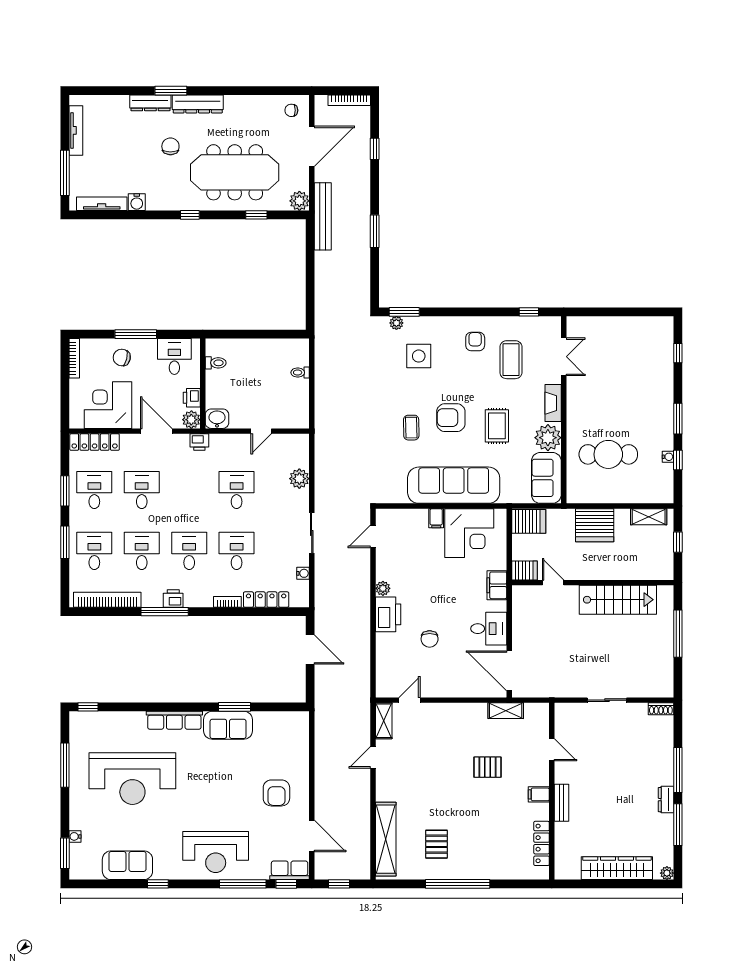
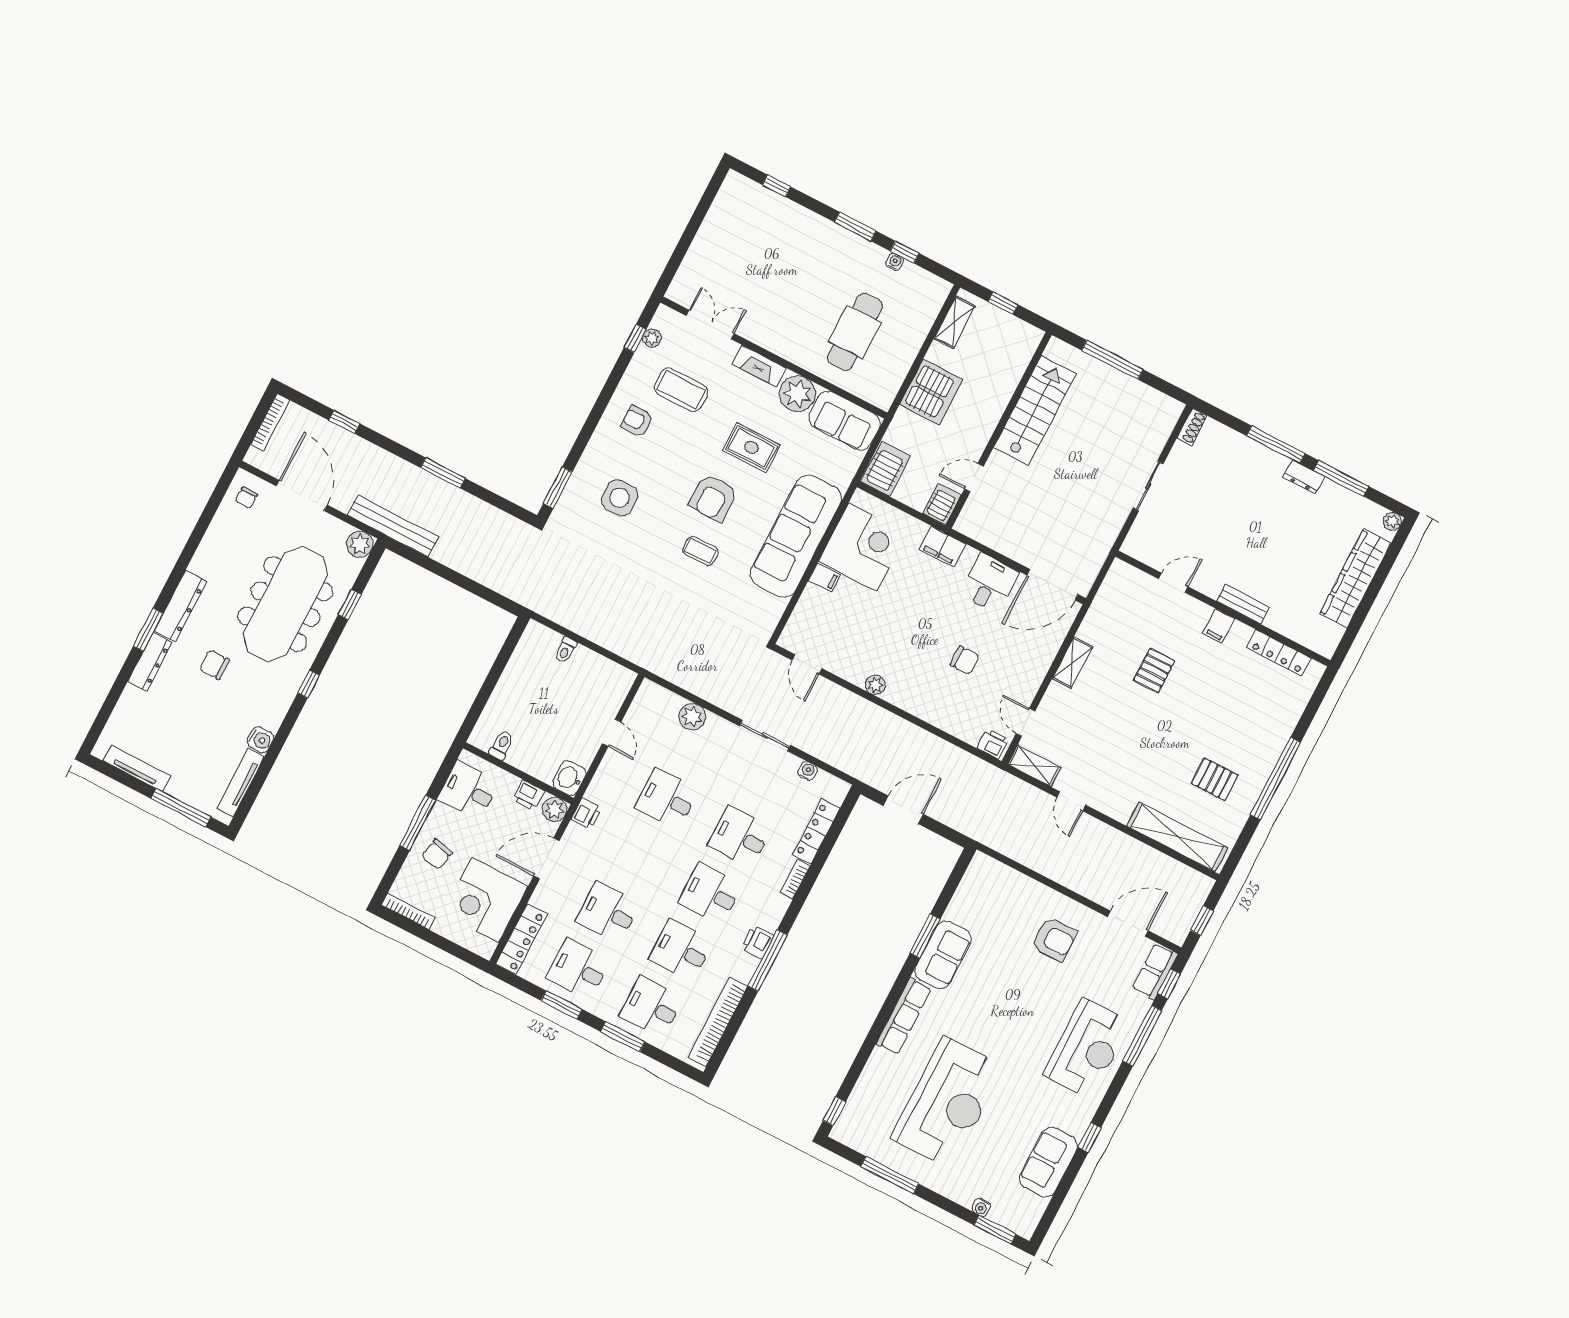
plant: (396, 323) -> (652, 338), moved
printer: (388, 614) -> (993, 744), moved, width x0.53, depth x0.68
shelving: (506, 711) -> (1072, 663), moved

